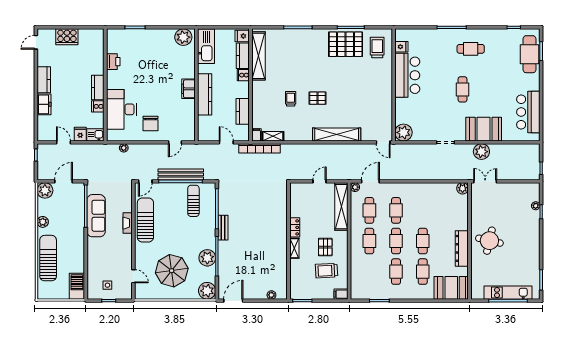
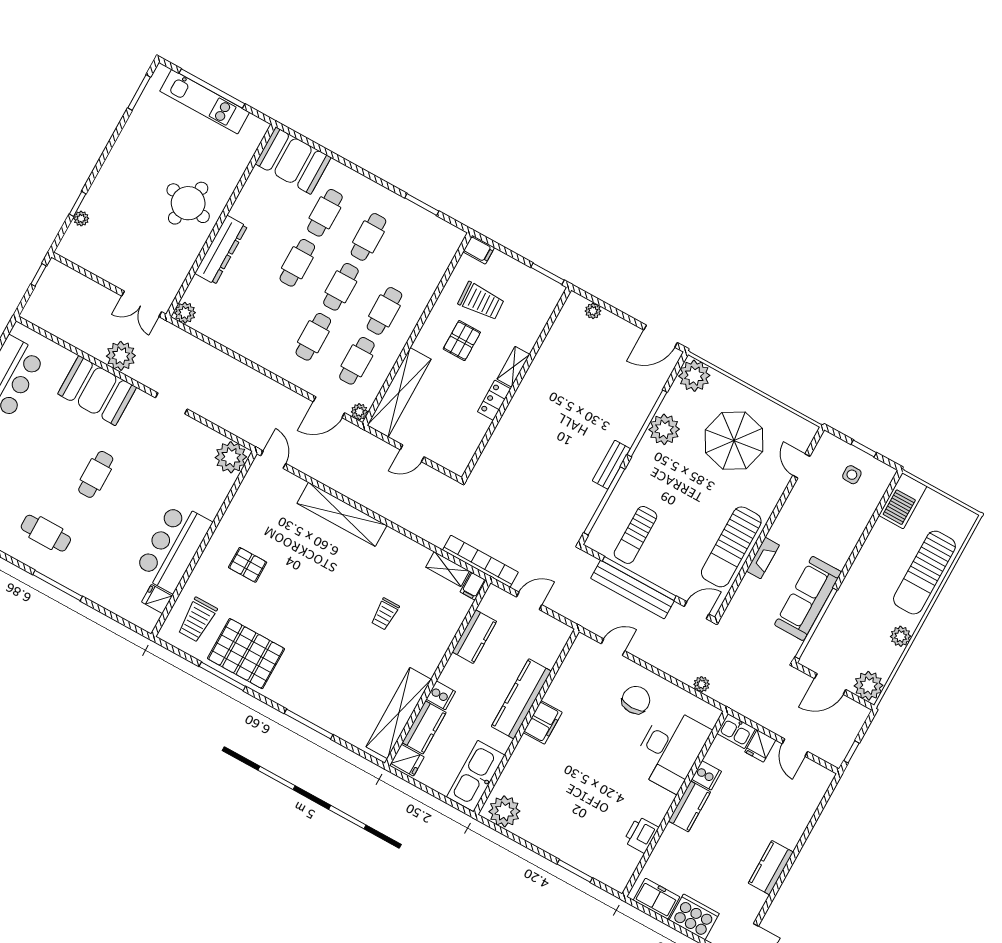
pallet: (318, 98) -> (248, 565), moved
freezer: (44, 104) -> (656, 899), moved, turned 90
door: (226, 142) -> (529, 601), swing flipped
dresser: (462, 248) -> (221, 250), moved

